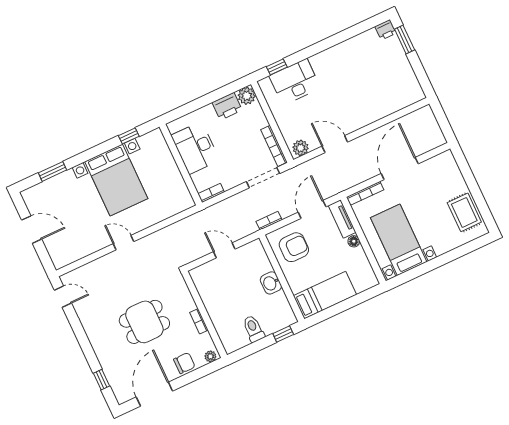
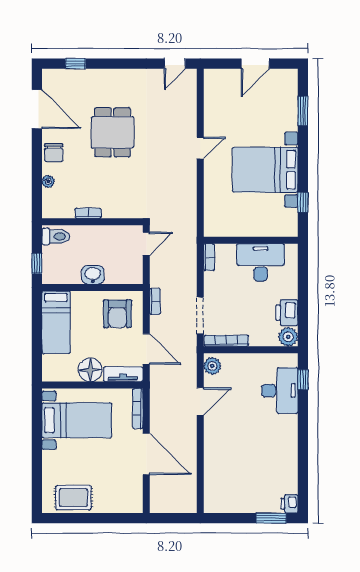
floor lamp: (354, 241) -> (90, 370), width x1.89, depth x1.89
wall: (204, 314) -> (92, 222), moved
bookcase: (199, 321) -> (88, 213), moved

